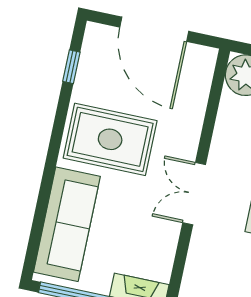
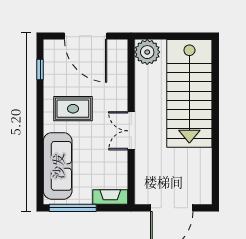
rug: (110, 139) -> (73, 109), width x0.73, depth x0.70

